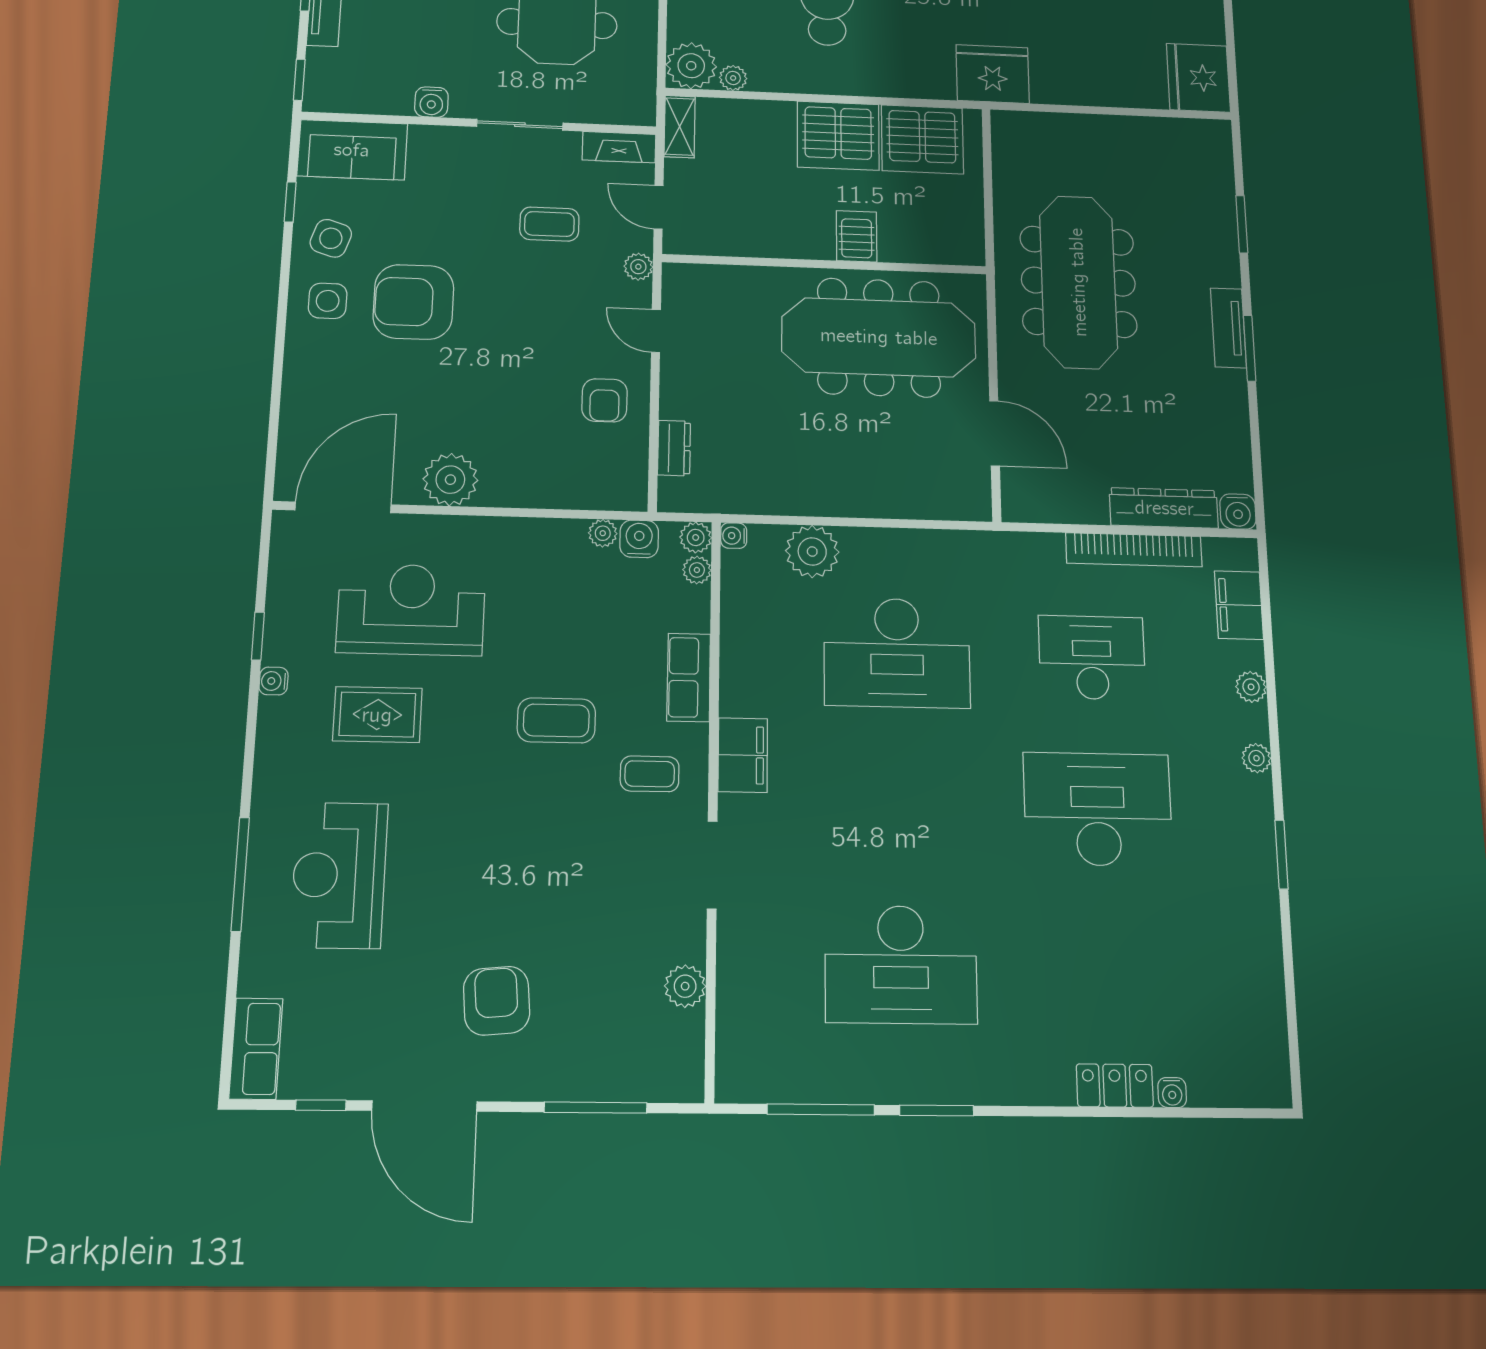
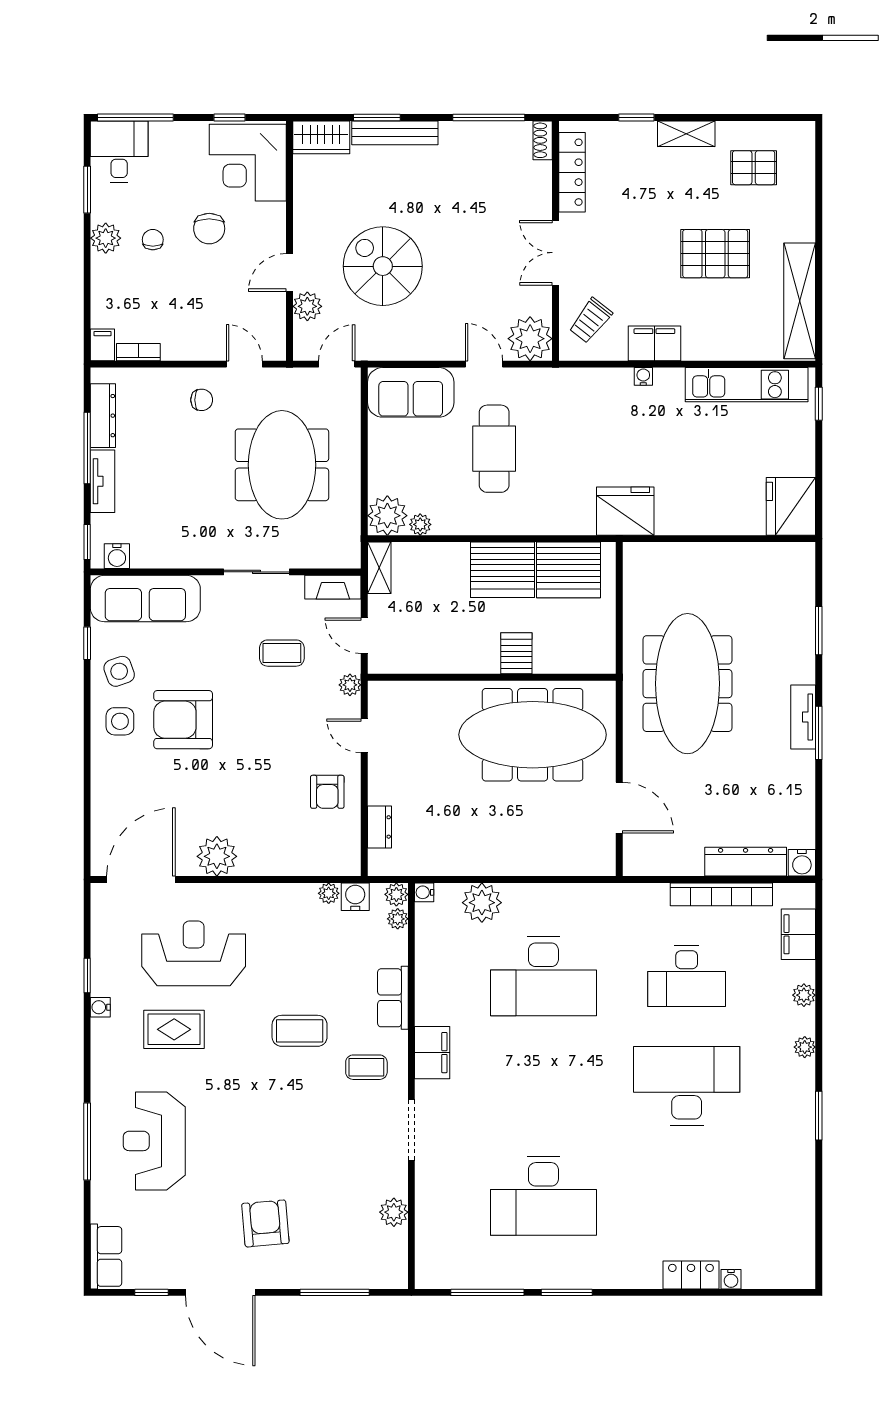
water cooler: (431, 102) -> (117, 556), moved
sofa: (352, 150) -> (145, 599), width x1.36
side table: (331, 238) -> (119, 671), turned -37
desk: (1092, 657) -> (687, 976), turned 180

